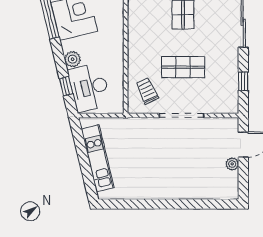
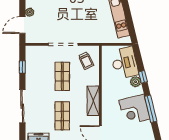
shelving: (136, 30) -> (93, 101), added
shop shelf: (183, 67) -> (62, 76), turned 90
window: (66, 86) -> (143, 77), moved

